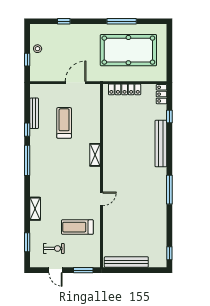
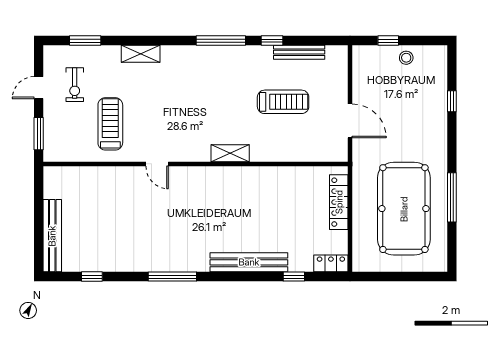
window: (169, 253) -> (92, 277), moved
bench: (126, 262) -> (52, 236), moved

